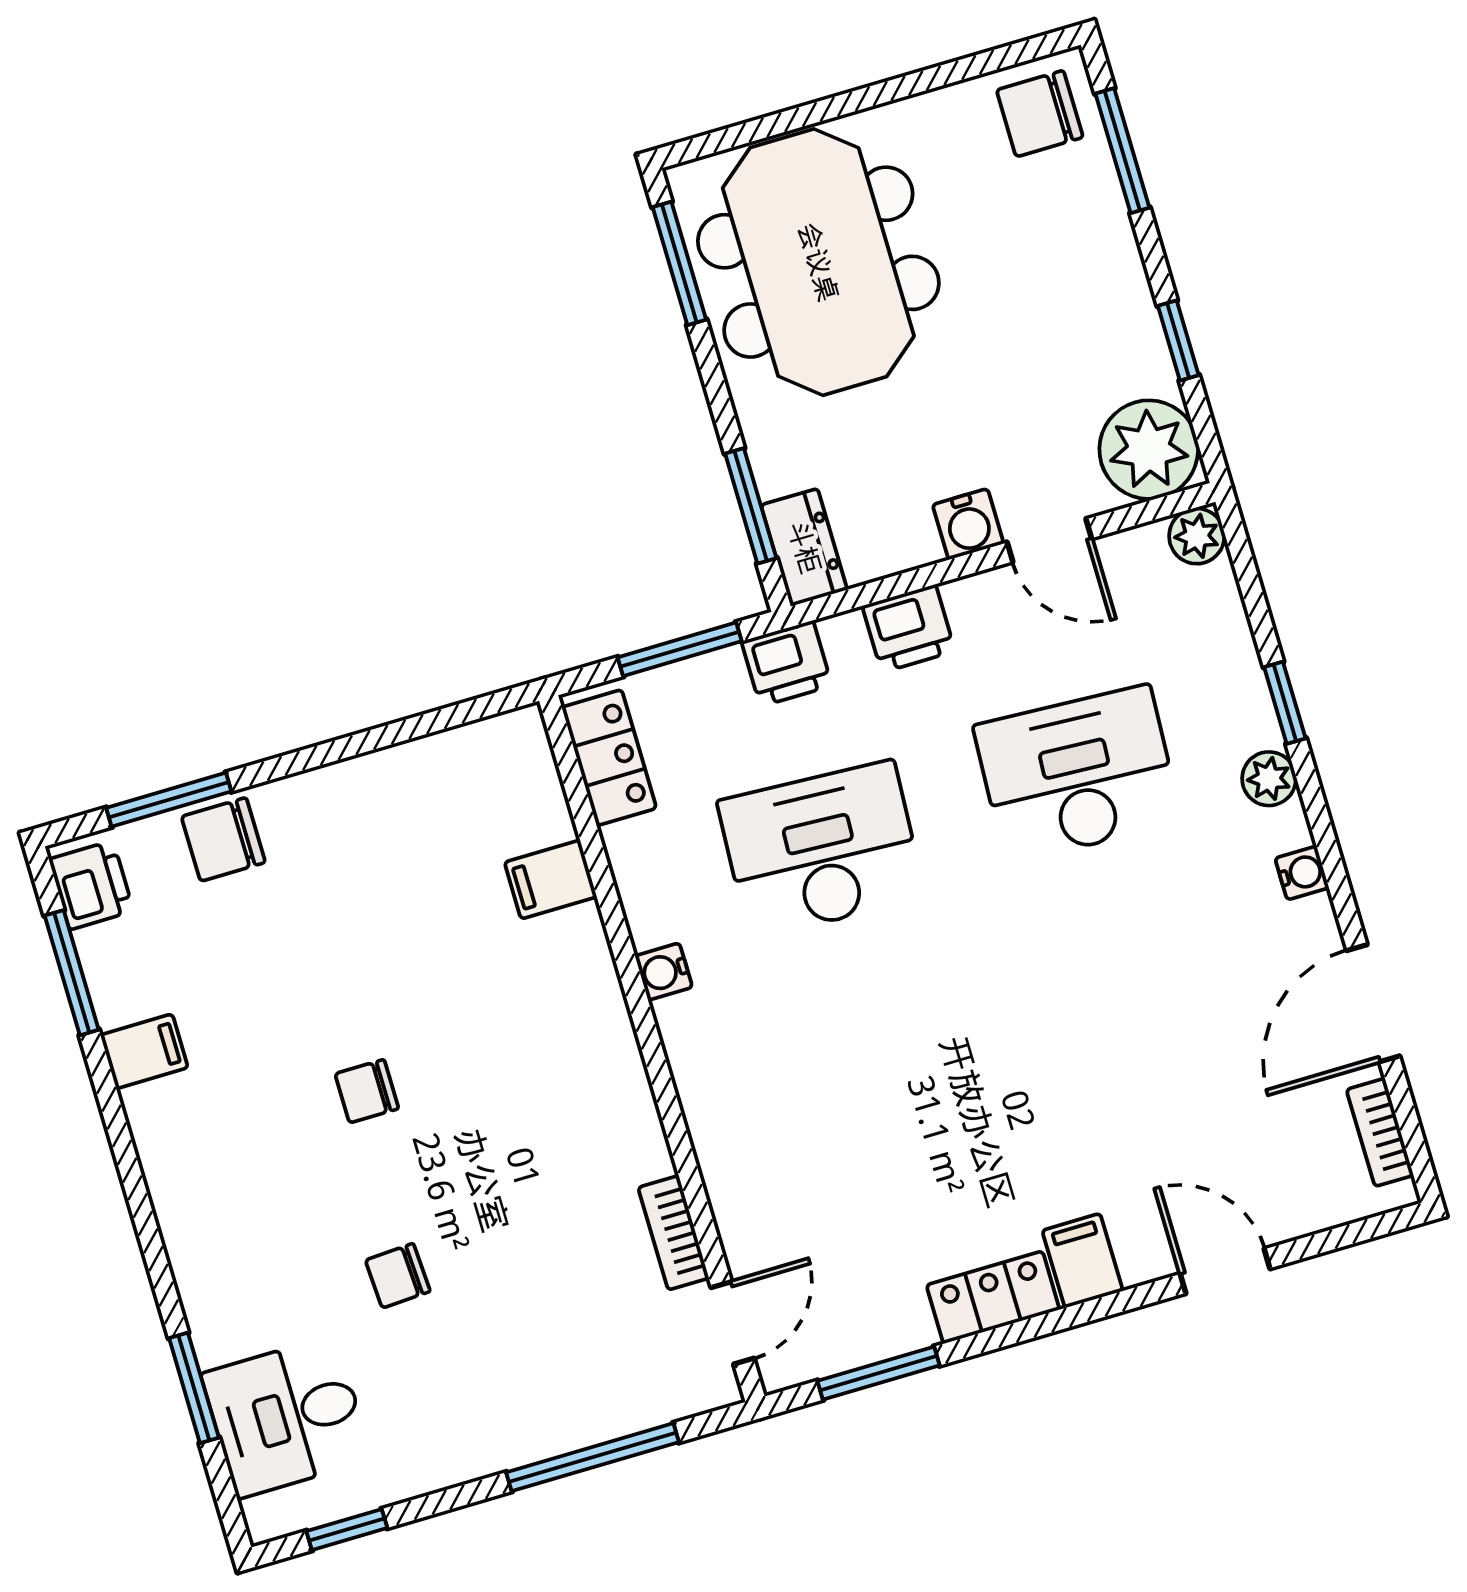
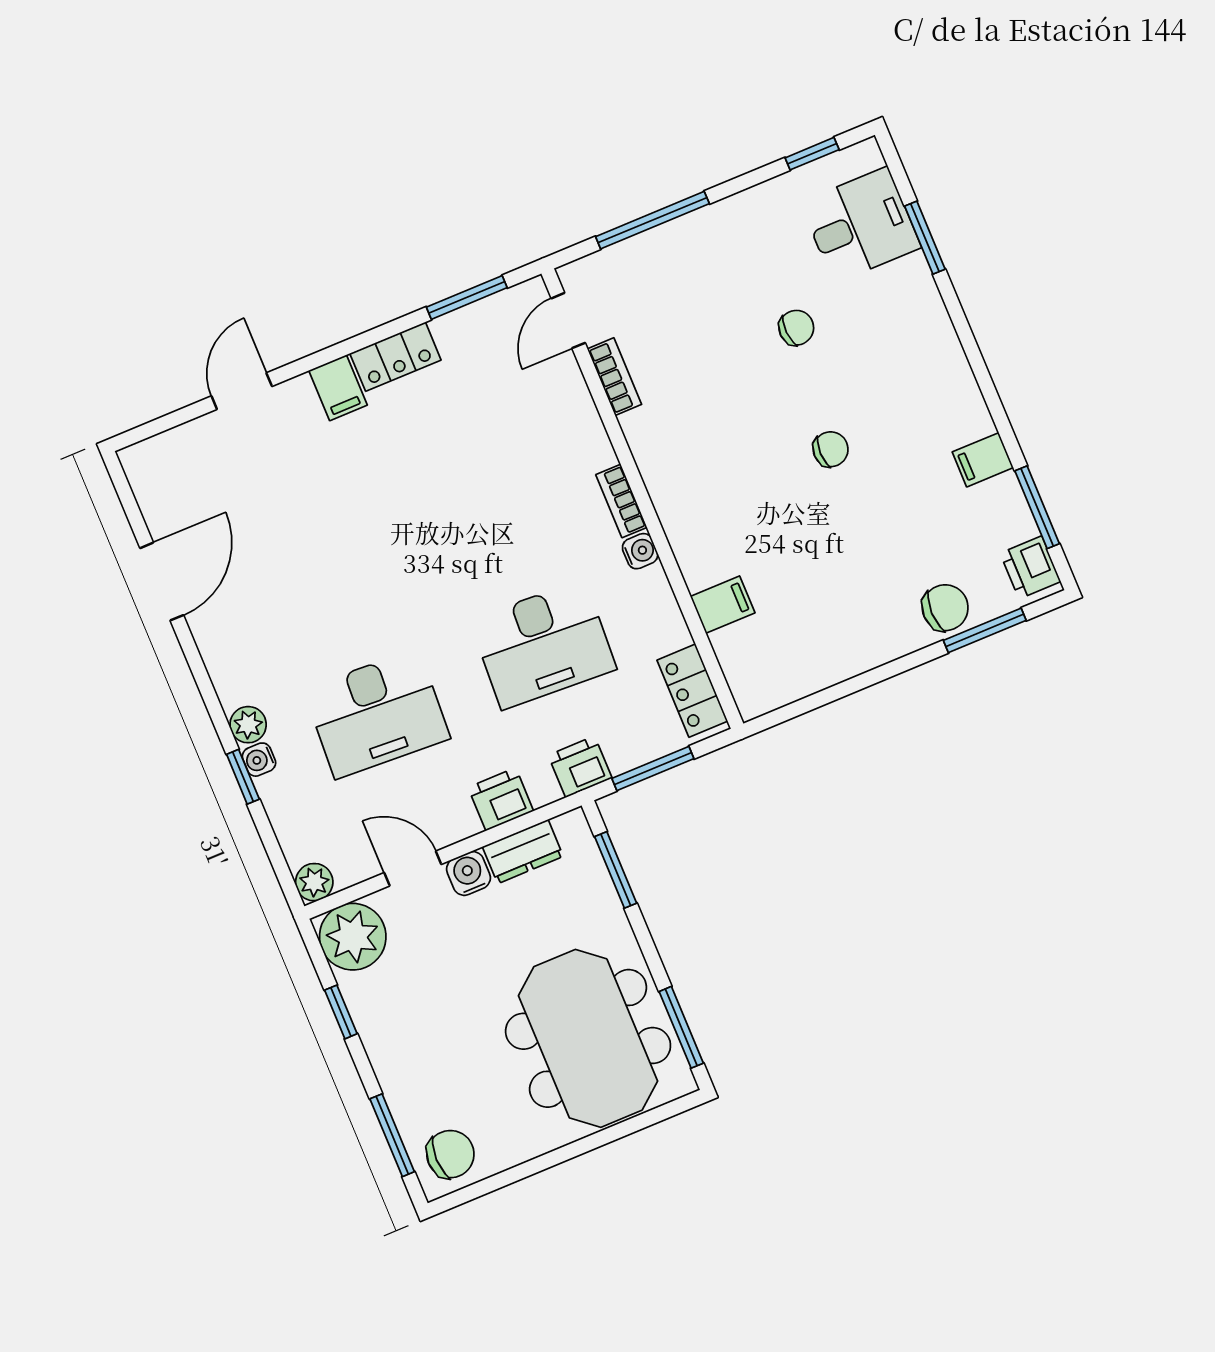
dresser: (804, 547) -> (523, 852), moved, turned -90
water cooler: (1302, 873) -> (259, 760), moved
bookcase: (1380, 1132) -> (621, 501), moved, turned 180
door: (1225, 1271) -> (242, 391), swing flipped

